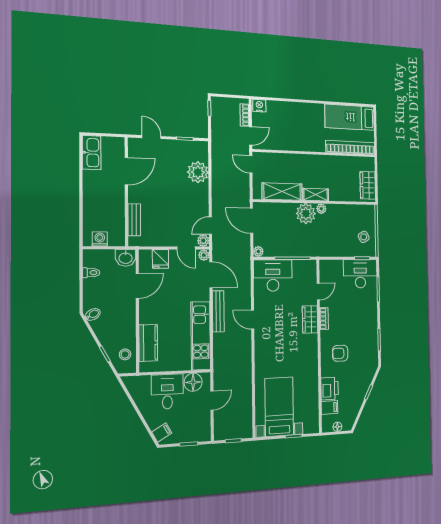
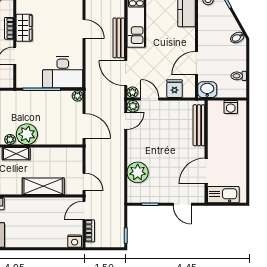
kitchen sink: (92, 153) -> (223, 195), moved, turned 90
shelving: (282, 192) -> (43, 186), moved
bench: (134, 220) -> (199, 125), width x1.36

